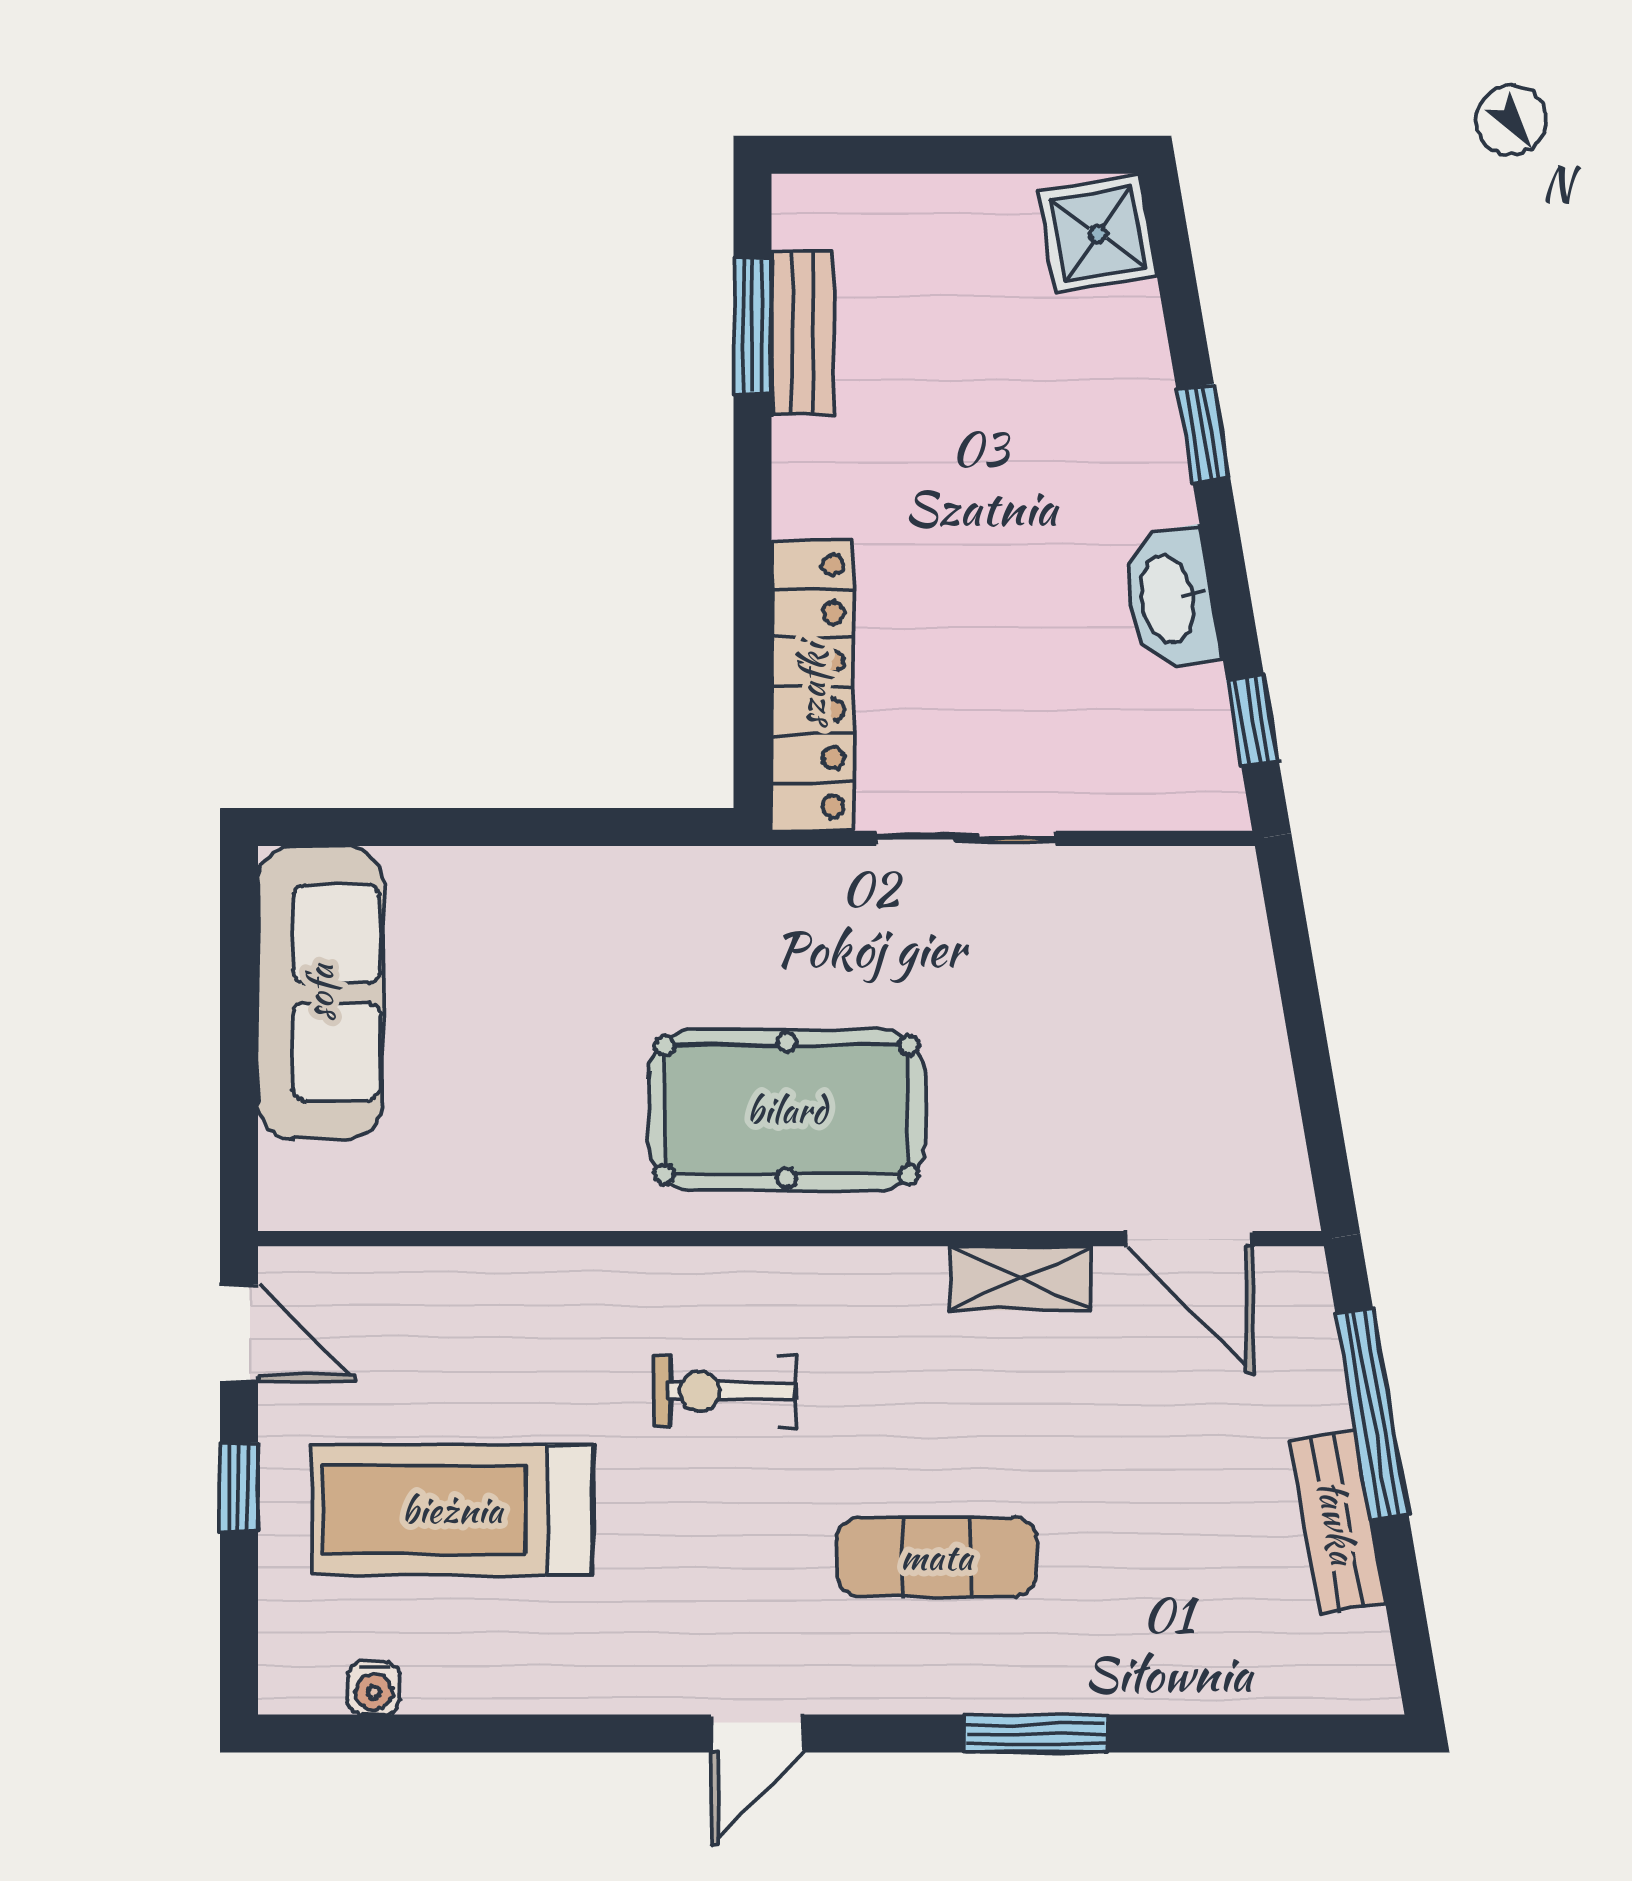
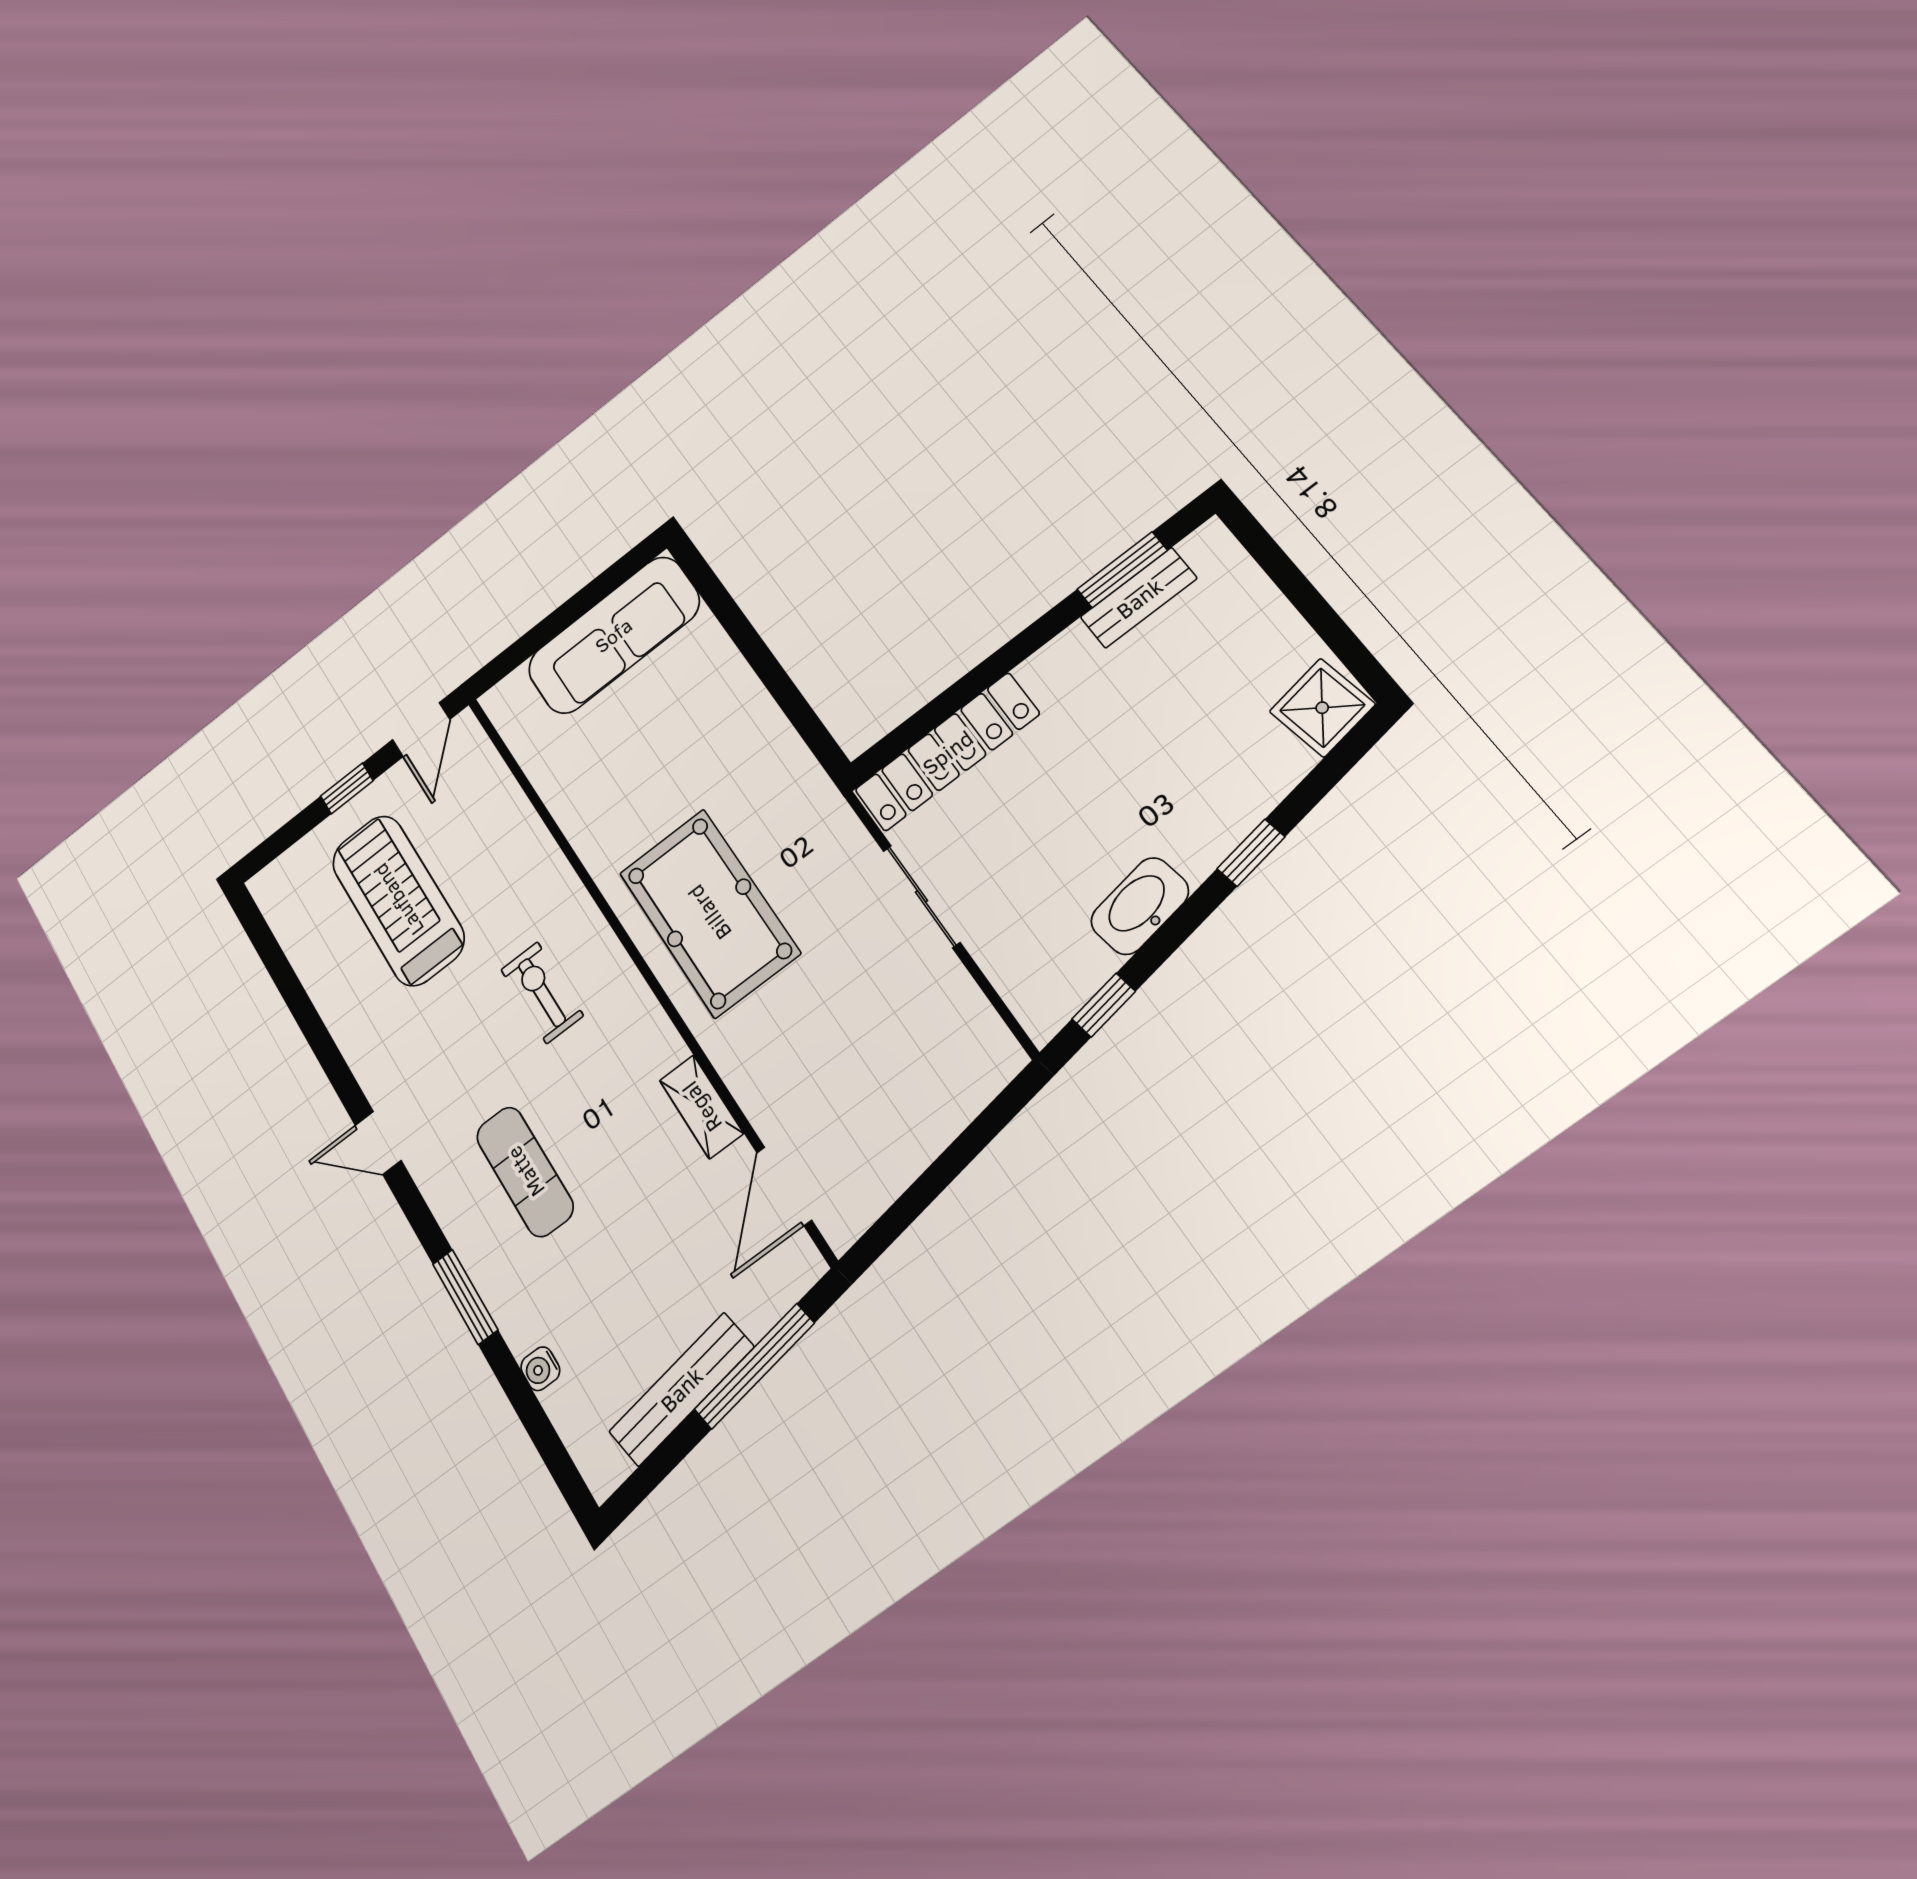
bench: (1337, 1522) -> (681, 1389), width x1.36
water cooler: (374, 1688) -> (540, 1369), moved

